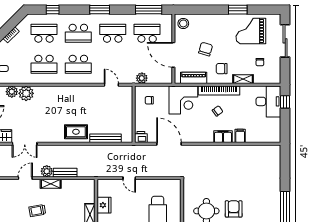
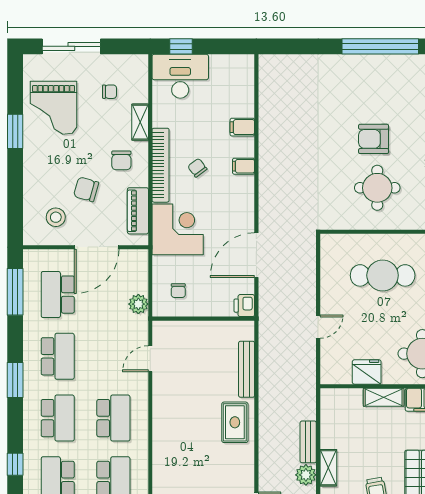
stool: (183, 23) -> (56, 217), moved
school desk: (113, 33) -> (58, 356), turned 180
filing cabinet: (223, 137) -> (244, 166), width x0.50

